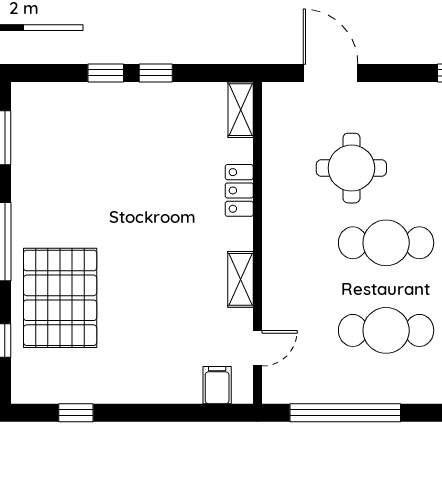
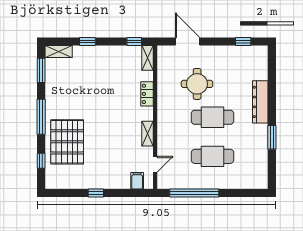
window: (156, 73) -> (134, 41), moved
shelving: (41, 95) -> (59, 51), added
window: (76, 413) -> (96, 193), moved

